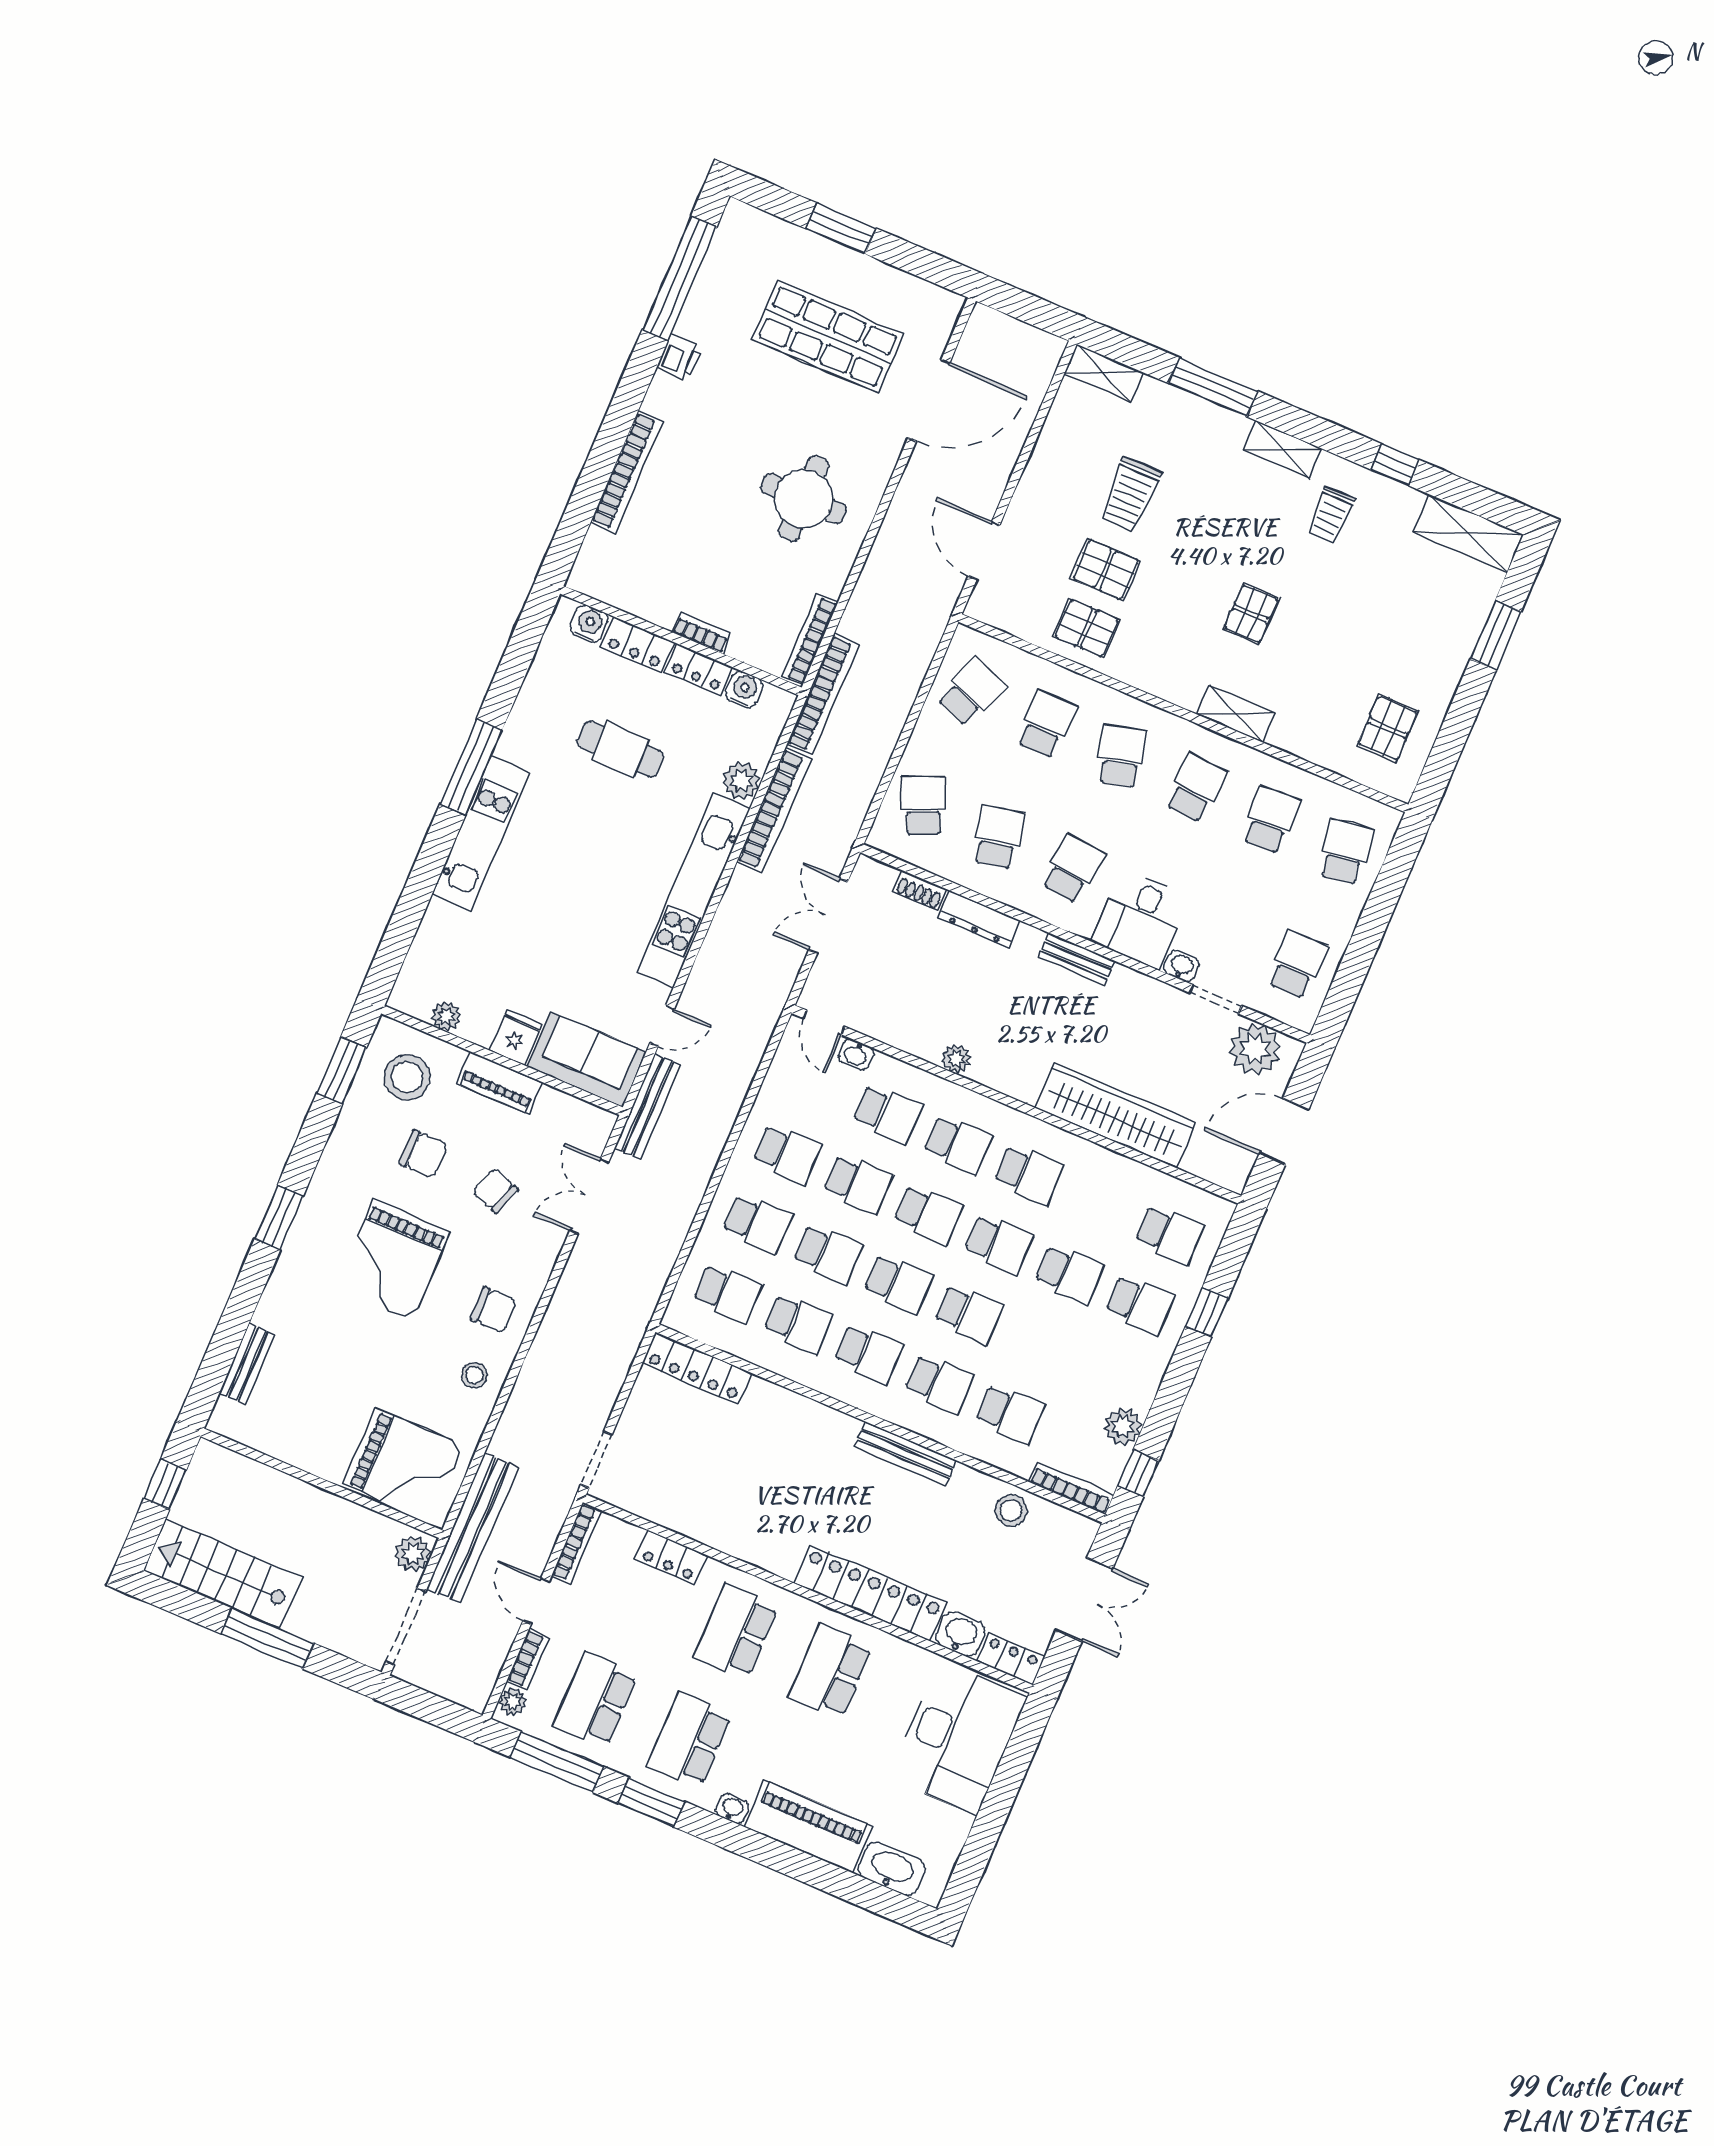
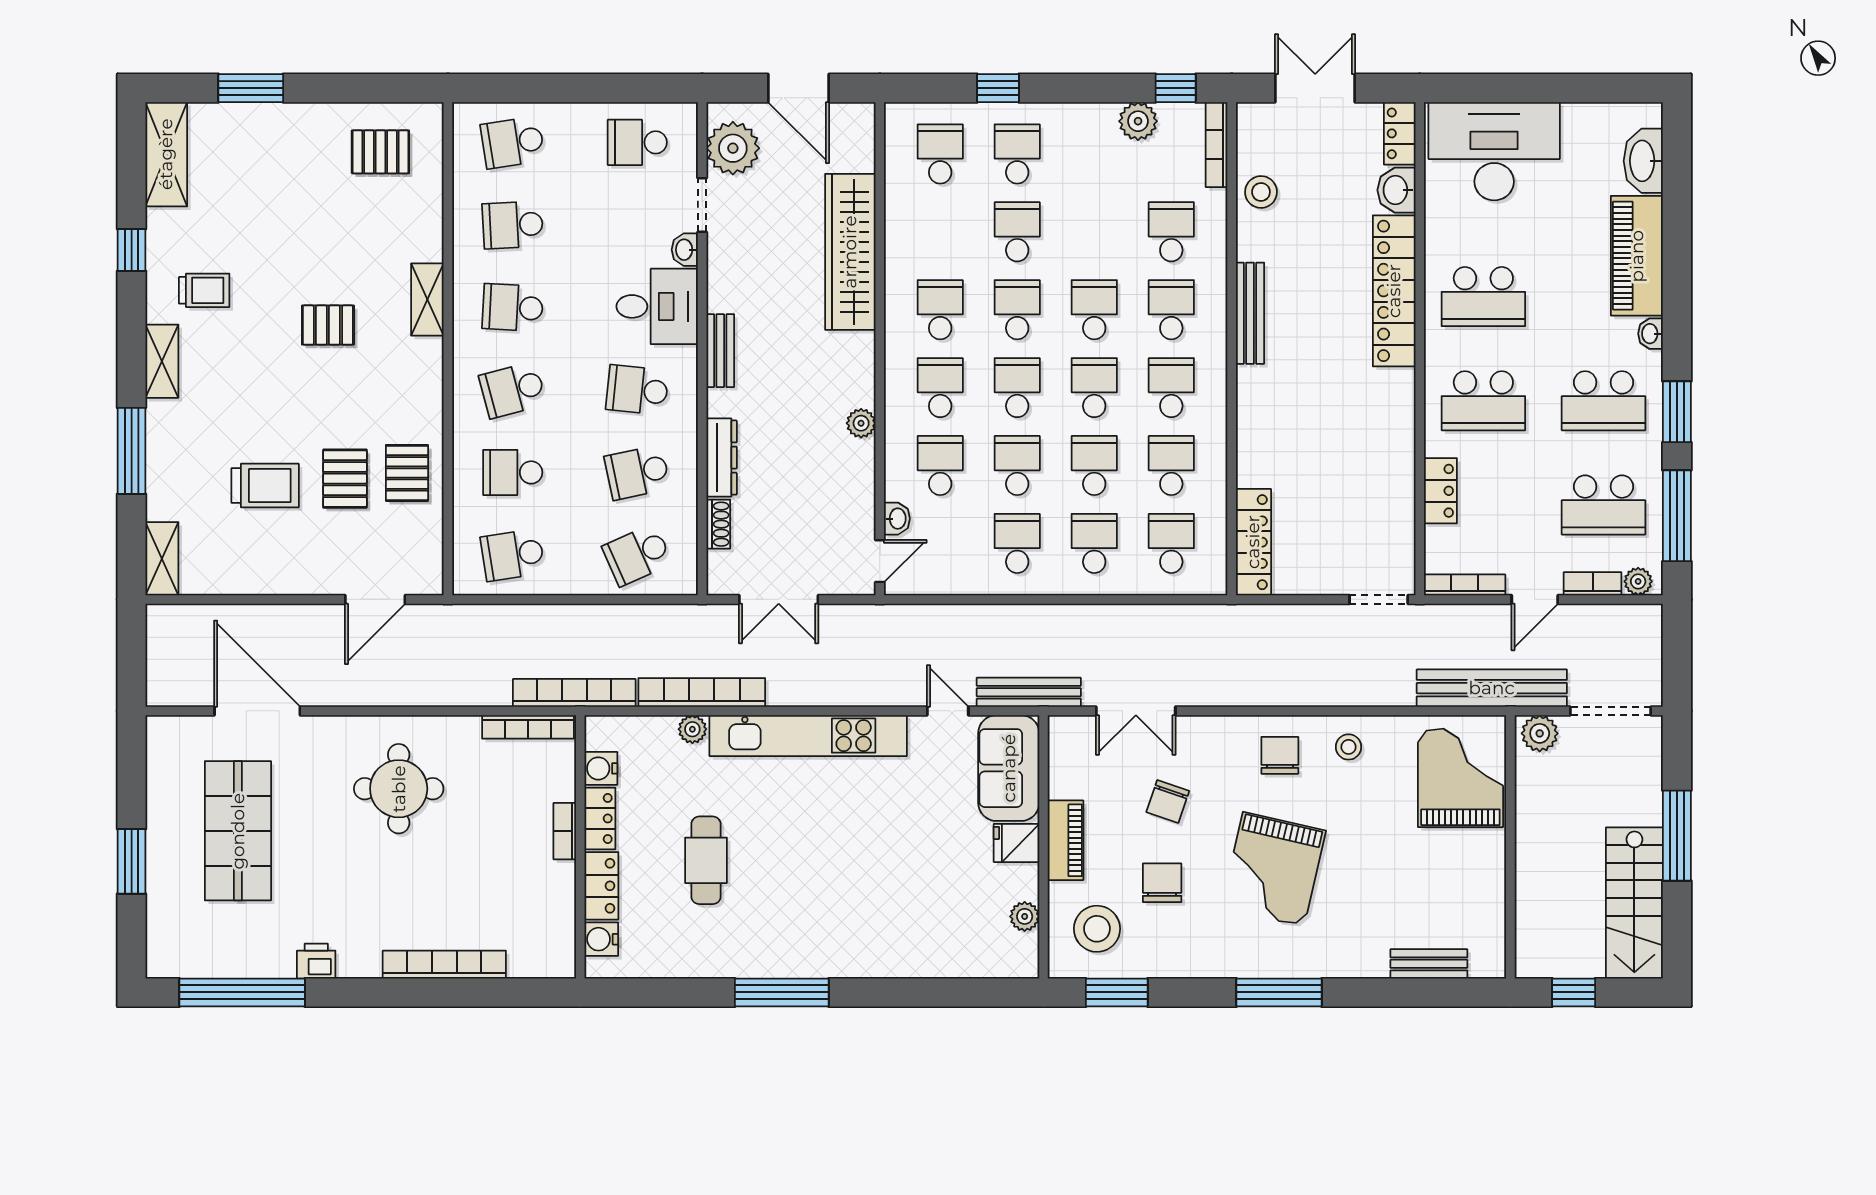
school desk: (971, 692) -> (513, 555), turned -30
plant: (741, 781) -> (692, 729), width x0.73, depth x0.73
kitchen unit: (481, 833) -> (840, 957), removed
window: (279, 1217) -> (1279, 992), width x1.44
grand piano: (393, 1260) -> (1273, 869), turned 103

